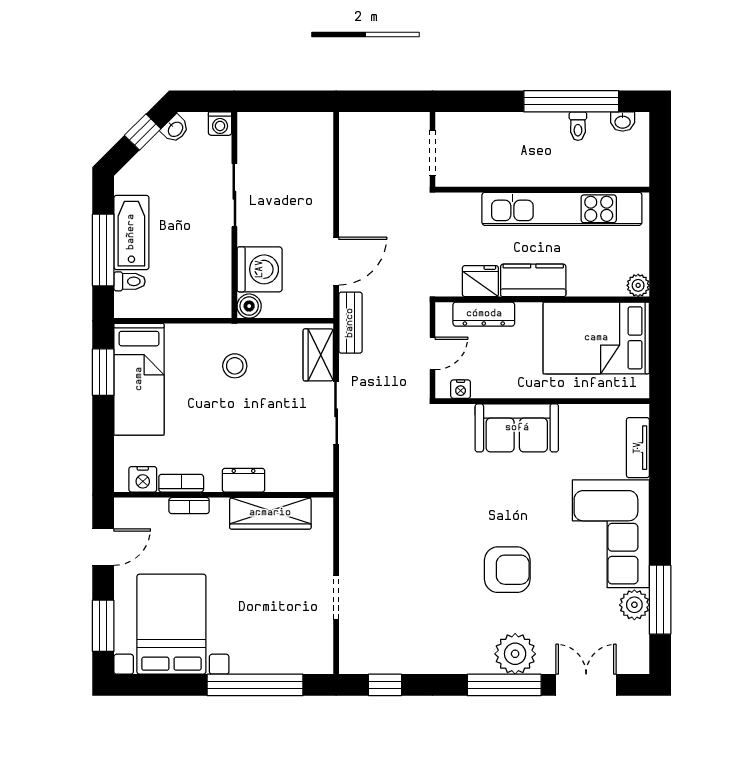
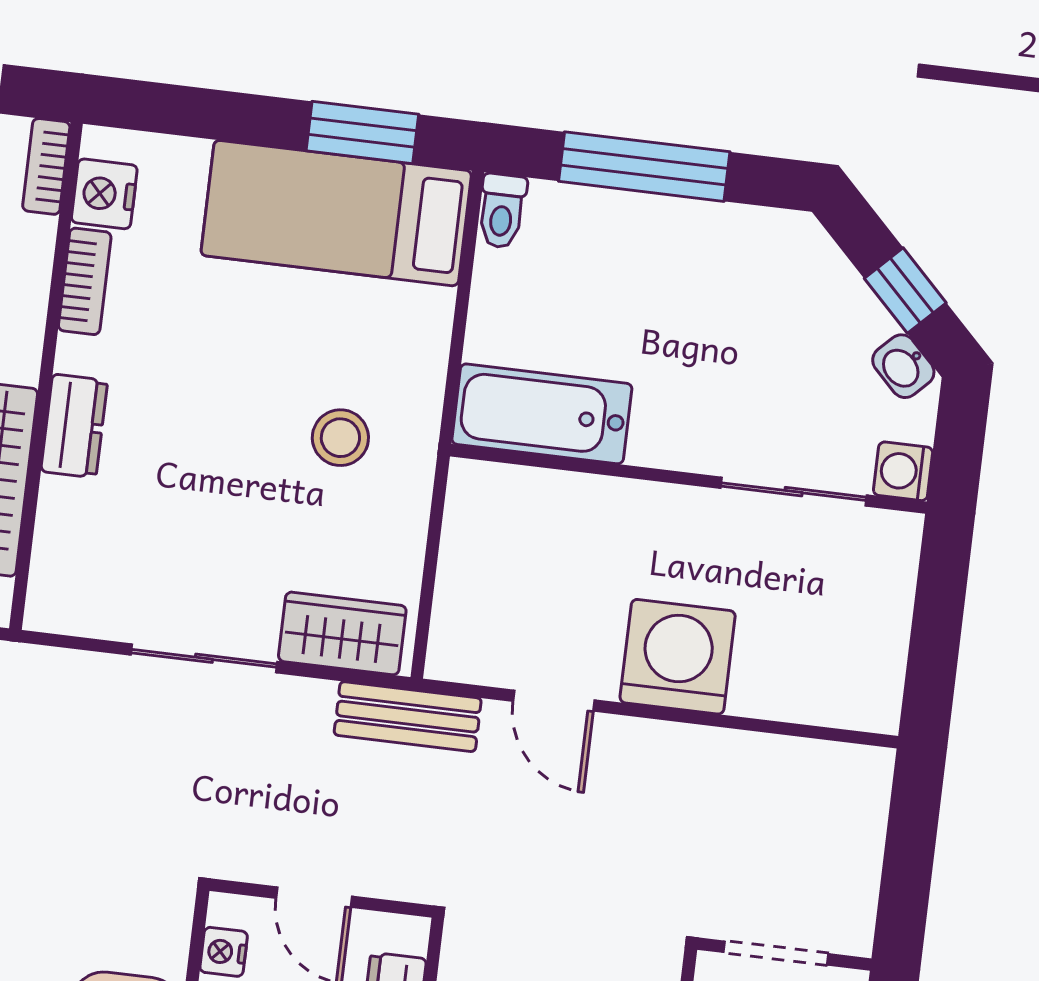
sliding door: (234, 195) -> (794, 492), moved
bathtub: (131, 232) -> (542, 414), moved, turned 180
door: (336, 261) -> (554, 701), width x0.73
washing machine: (260, 269) -> (678, 657), moved, turned 180
toilet: (129, 281) -> (502, 211), moved
boiler: (249, 306) -> (474, 487), removed
bookcase: (189, 506) -> (46, 166), moved

